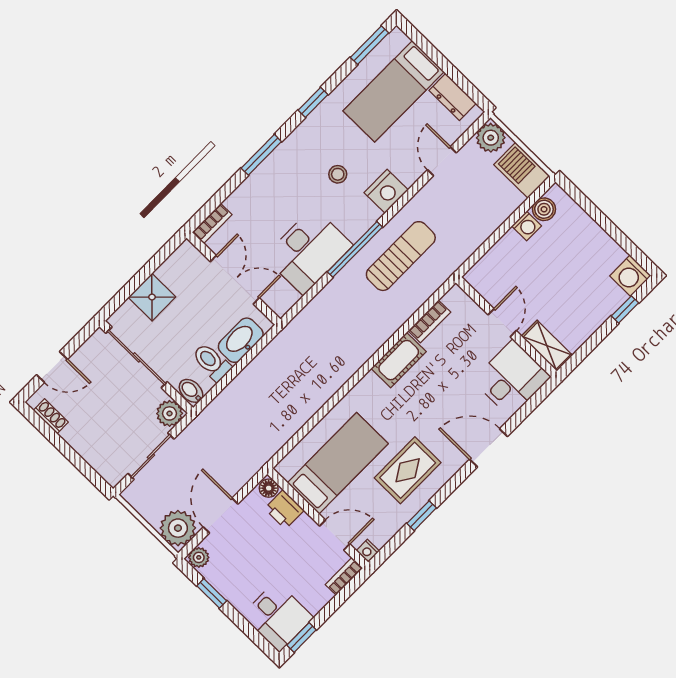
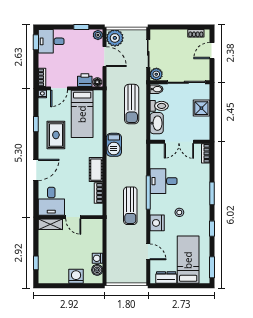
plant: (491, 138) -> (139, 276), removed
barbecue: (522, 170) -> (114, 145), moved, turned 90
desk: (308, 251) -> (164, 181), width x0.73
washing machine: (630, 276) -> (76, 276), moved
sun lounger: (250, 405) -> (132, 104), added

